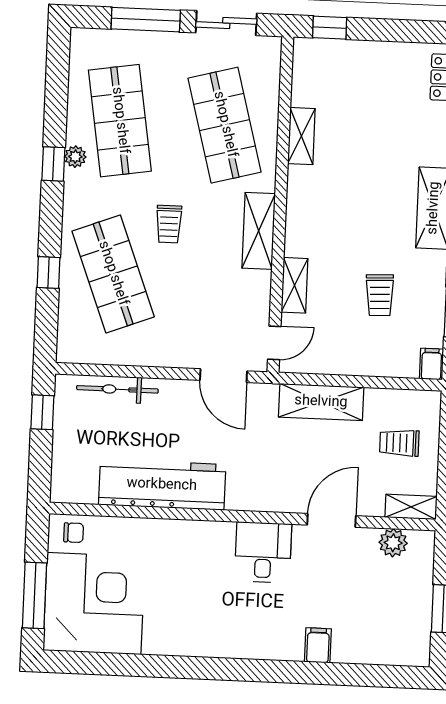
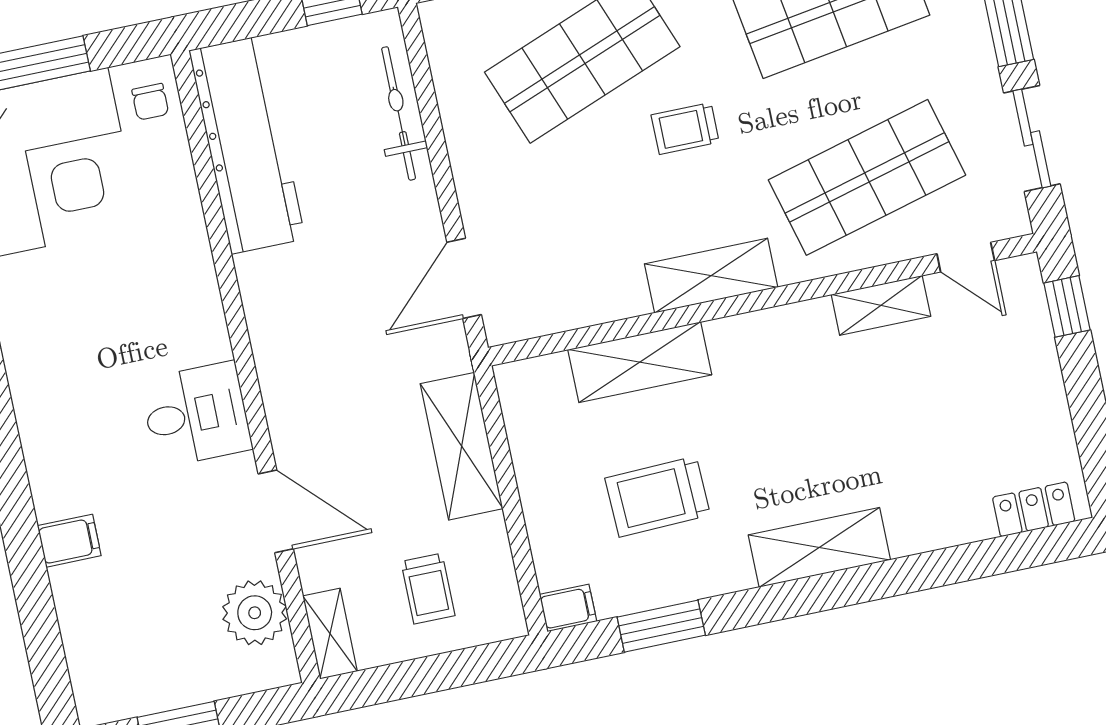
shelving: (295, 285) -> (640, 362), width x1.50, depth x1.33
trolley: (380, 295) -> (658, 497), width x1.36, depth x1.39
door: (274, 343) -> (966, 257), moved
trolley: (399, 443) -> (428, 589), turned 180
workbench: (162, 485) -> (247, 145), moved
plant: (393, 543) -> (255, 613), width x1.36, depth x1.36

